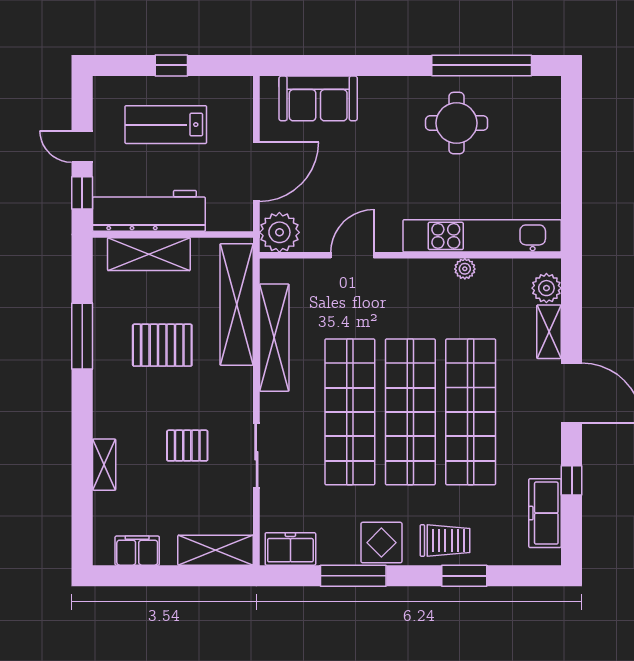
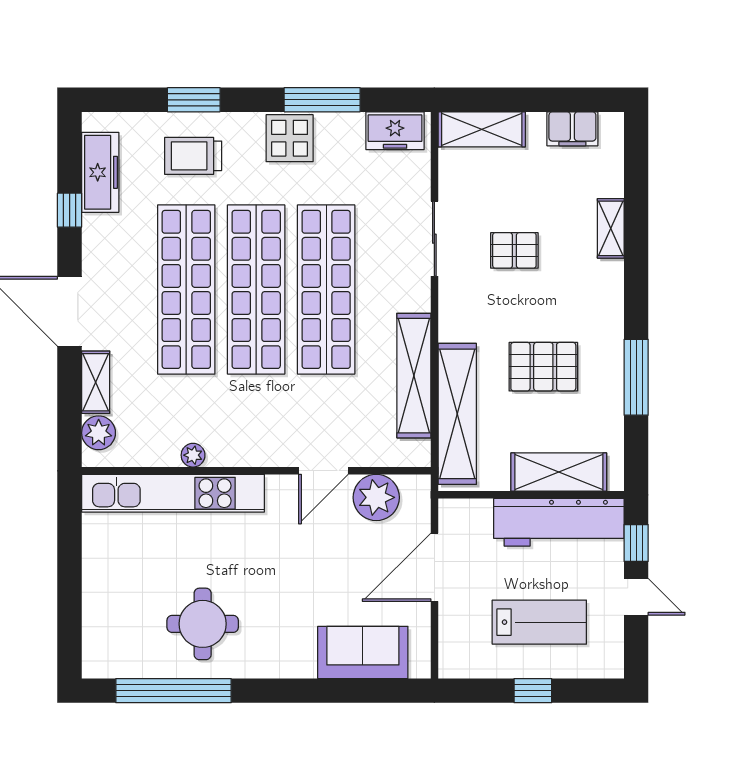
plant: (279, 232) -> (376, 497), moved
trolley: (445, 540) -> (193, 156), moved

